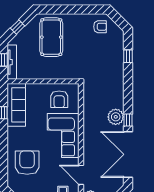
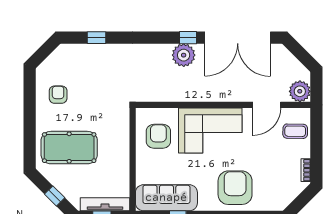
armchair: (100, 27) -> (58, 95), moved
armchair: (59, 99) -> (158, 136), turned -90
armchair: (27, 163) -> (235, 188), moved, turned 90

